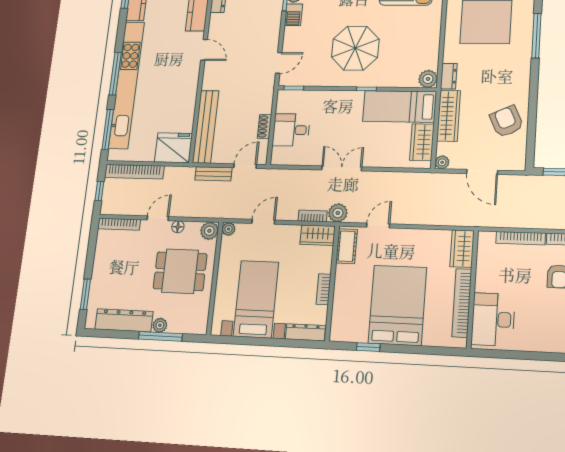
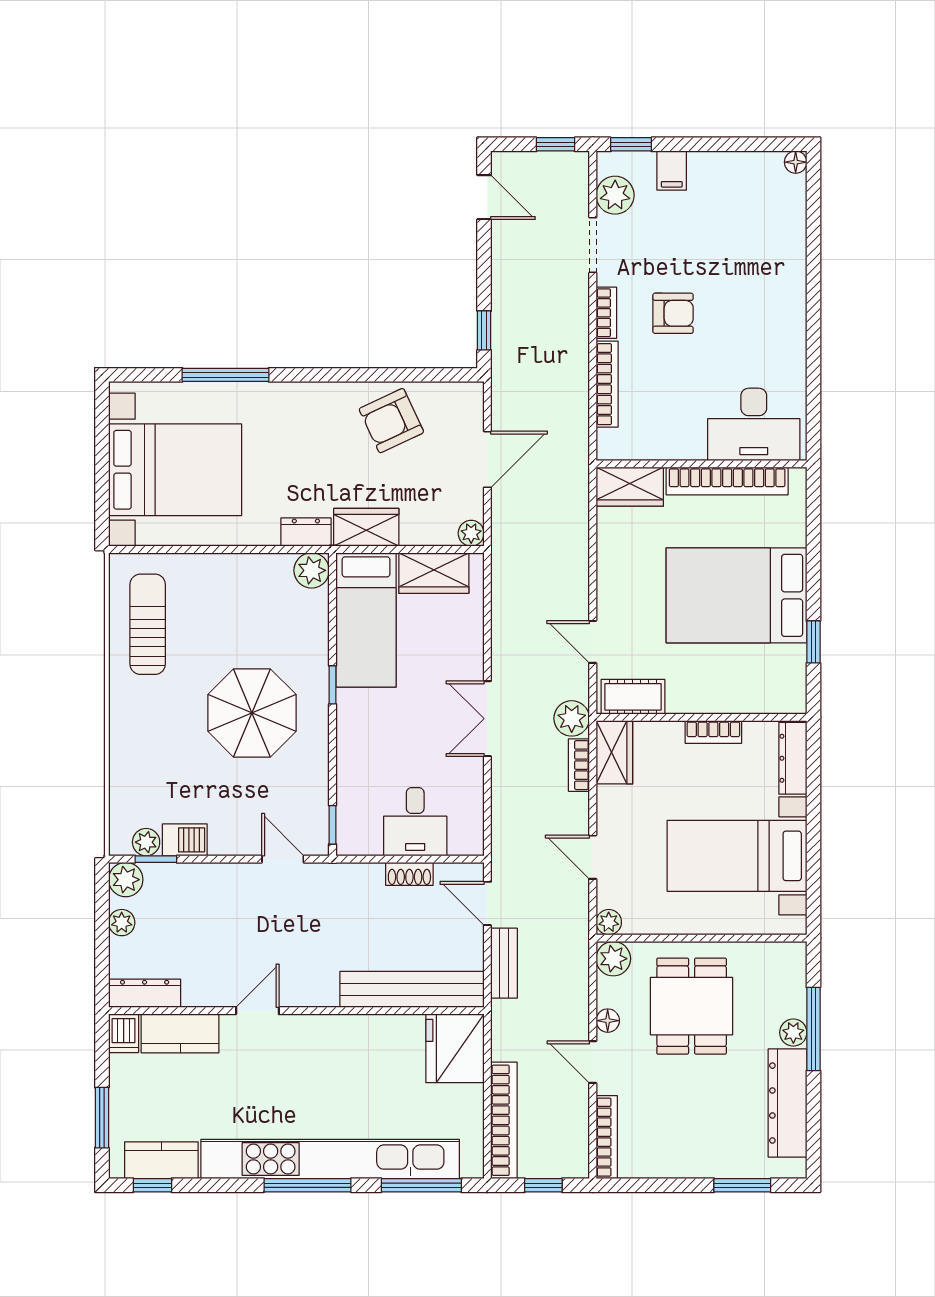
wardrobe: (449, 116) -> (366, 527), width x0.67

